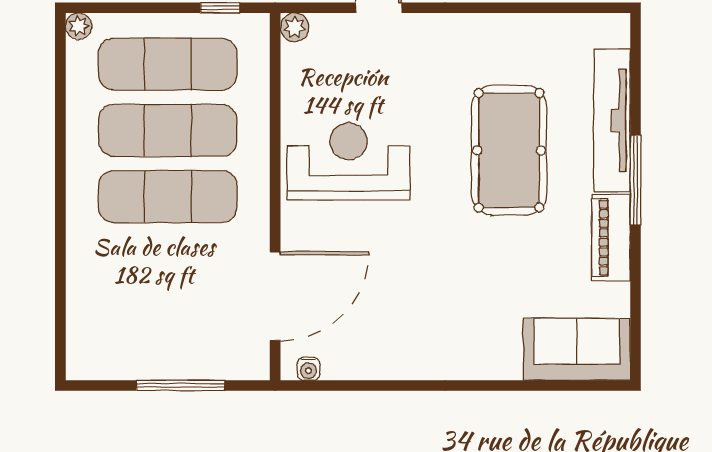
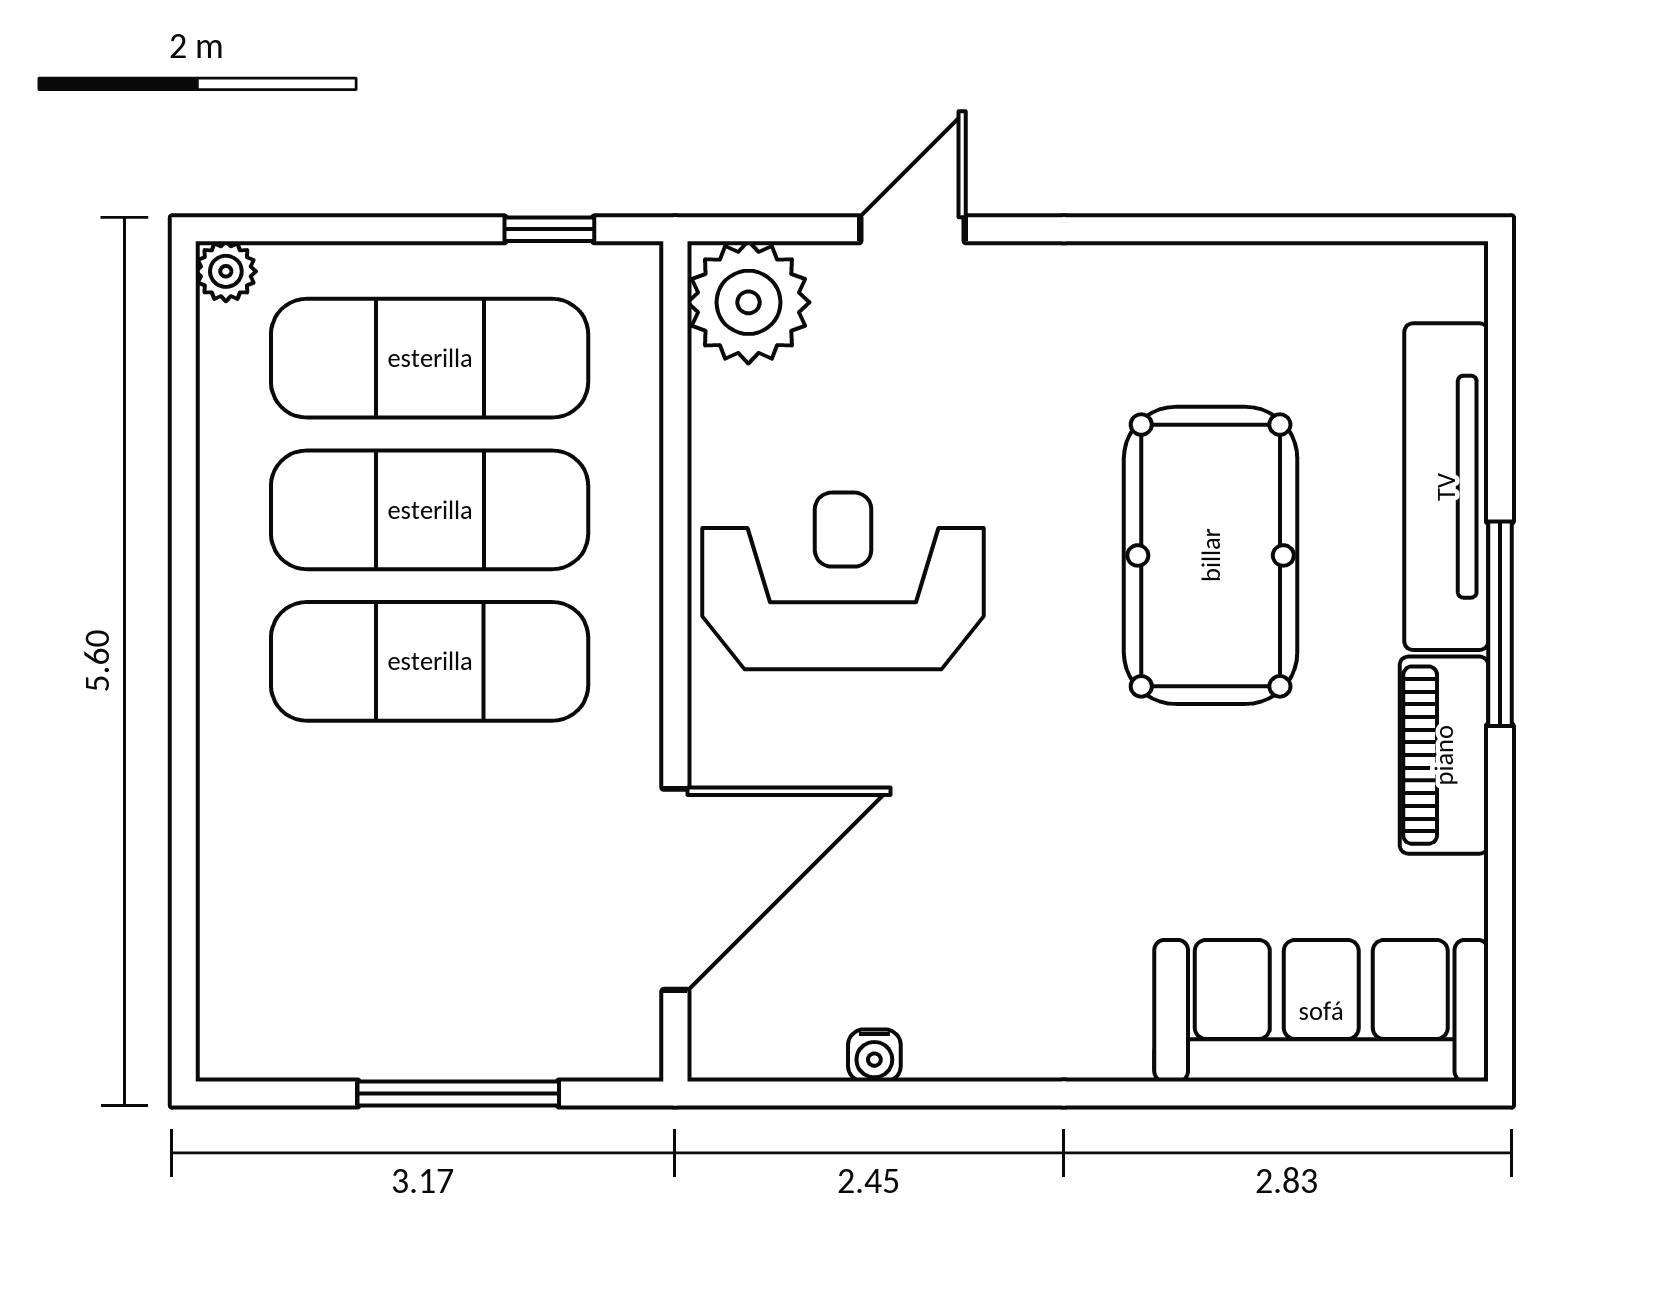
plant: (295, 27) -> (748, 302), width x1.87, depth x1.87
sofa: (577, 349) -> (1321, 1011), width x1.36
water cooler: (308, 369) -> (874, 1055), moved

